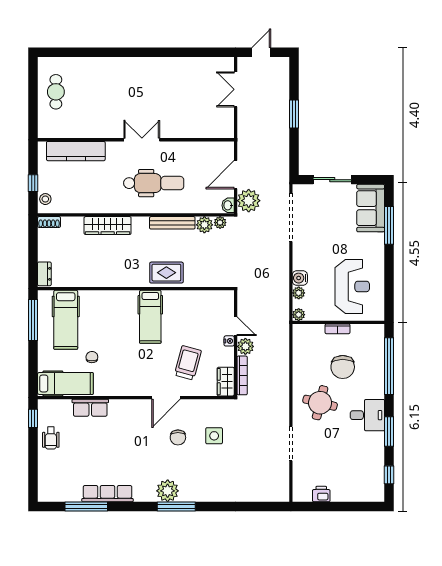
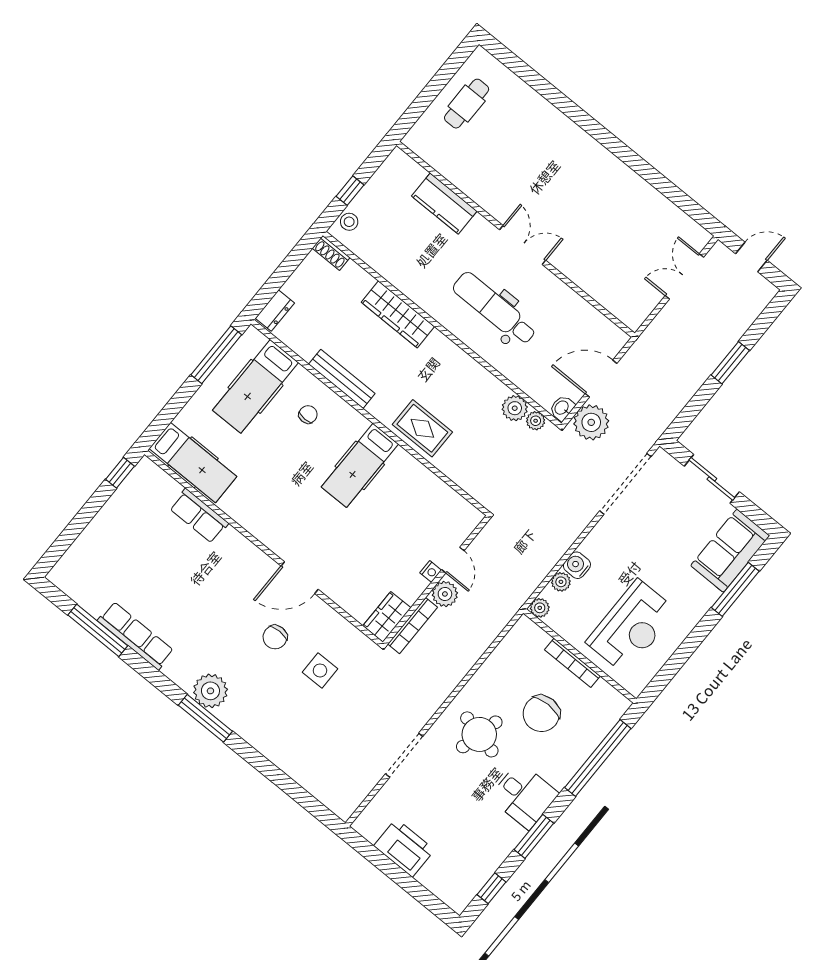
kitchen counter: (76, 151) -> (444, 204), width x0.67
dental chair: (154, 183) -> (495, 309), turned 180
bench: (172, 223) -> (342, 379), moved
bookcase: (337, 329) -> (572, 663), width x1.56
chair: (92, 357) -> (308, 415), moved
trolley: (188, 363) -> (360, 557), removed
wheelchair: (51, 438) -> (122, 514), removed
printer: (321, 494) -> (404, 848), width x1.87, depth x1.48

